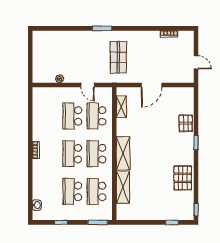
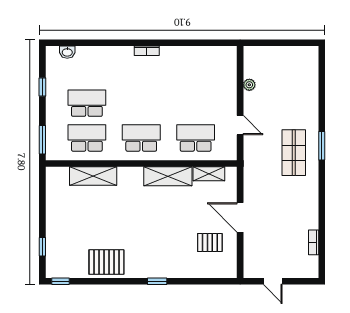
shop shelf: (118, 57) -> (294, 153), moved, turned 90
door: (196, 62) -> (273, 281), hinge flipped
door: (88, 85) -> (240, 125), swing flipped
school desk: (72, 116) -> (196, 103), removed
pallet: (186, 123) -> (210, 243), moved
shelving: (123, 153) -> (168, 176), moved
school desk: (72, 154) -> (141, 103), removed

